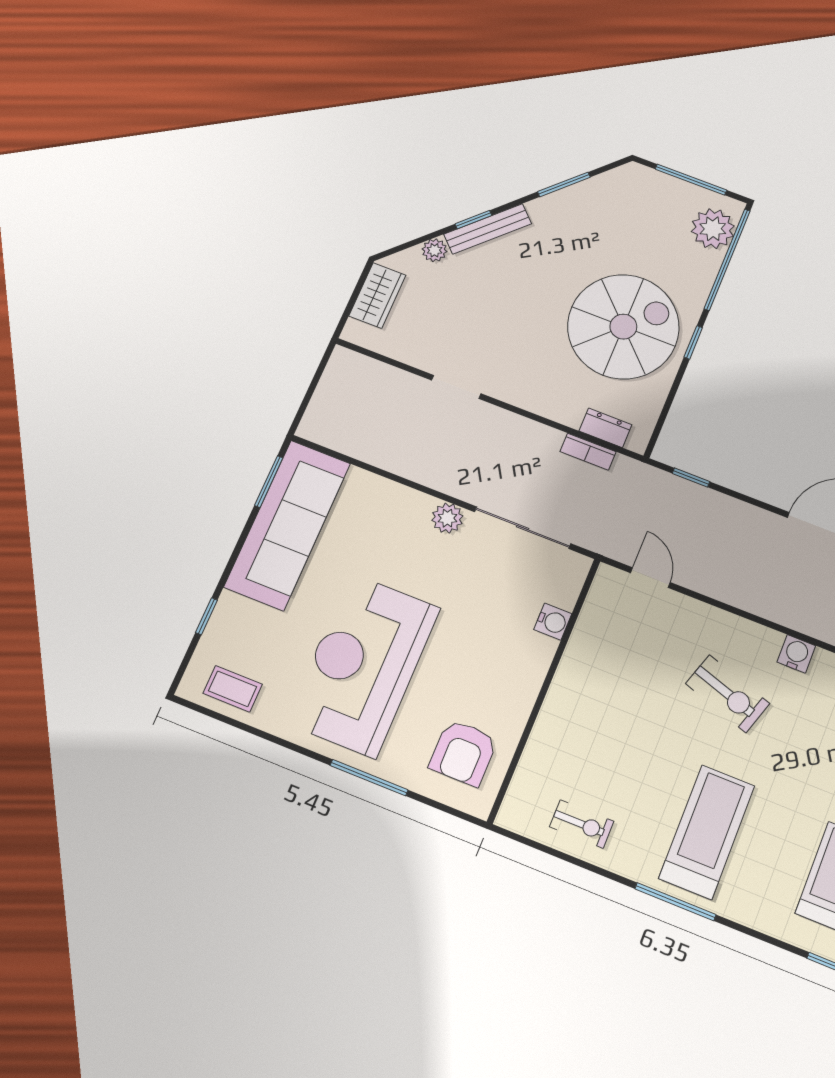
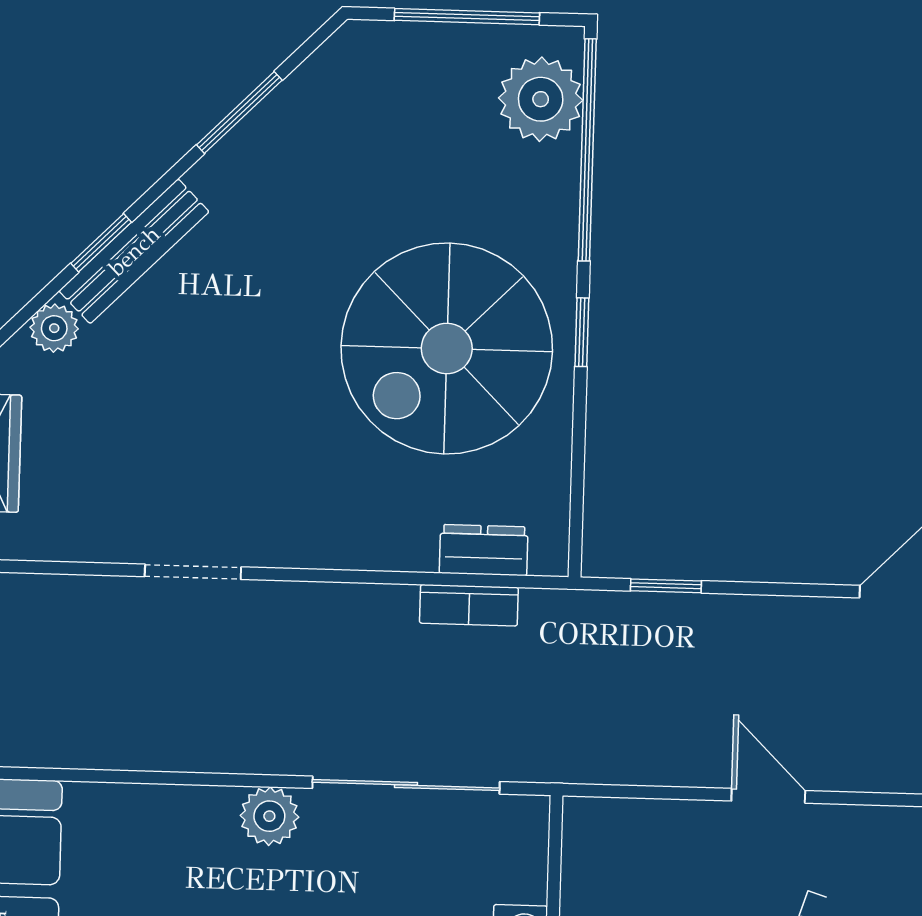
spiral stairs: (623, 327) -> (447, 348), turned 180
door: (650, 578) -> (768, 796), moved

